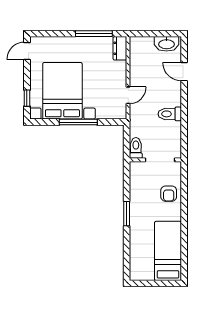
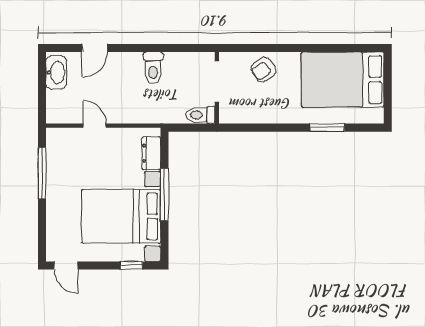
dresser: (120, 48) -> (151, 153), moved, turned 90
door: (128, 95) -> (95, 126), moved
armchair: (169, 194) -> (263, 69), turned 144
window: (127, 214) -> (327, 128), moved
bed: (168, 251) -> (343, 80), width x1.50

